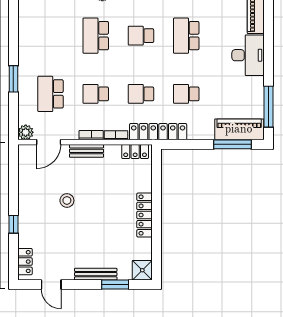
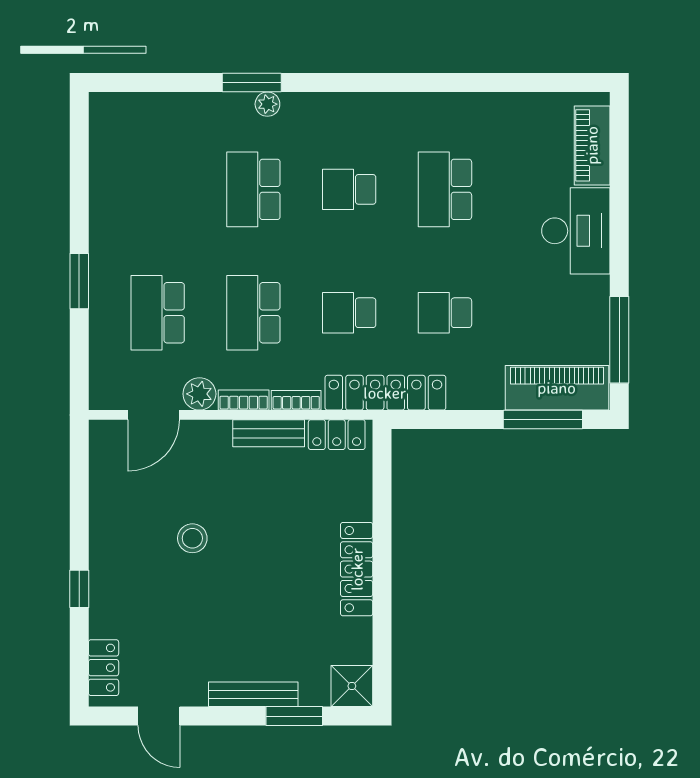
school desk: (96, 94) -> (253, 313), width x1.85
plant: (26, 132) -> (199, 394), moved
bench: (86, 151) -> (269, 433), moved

